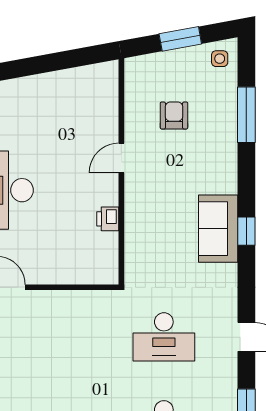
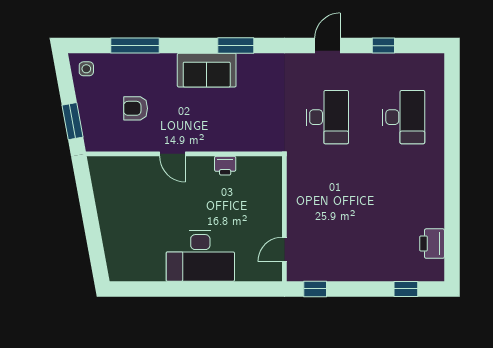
window: (180, 39) -> (73, 121), moved
sofa: (218, 229) -> (207, 70), moved
window: (246, 231) -> (236, 46), width x1.50

